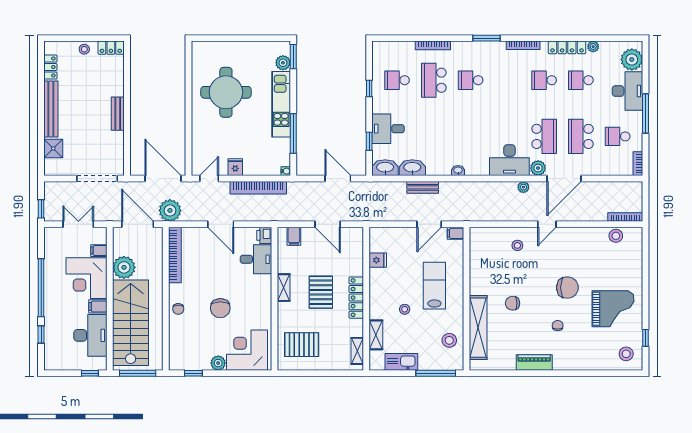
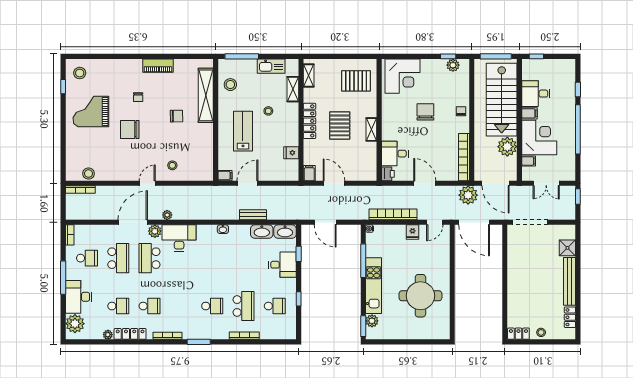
bench: (118, 114) -> (513, 277), removed
filing cabinet: (294, 236) -> (309, 173), moved
lab bench: (434, 286) -> (243, 131), turned 180
desk: (90, 335) -> (536, 94), width x0.73
plant: (218, 363) -> (453, 65), moved

